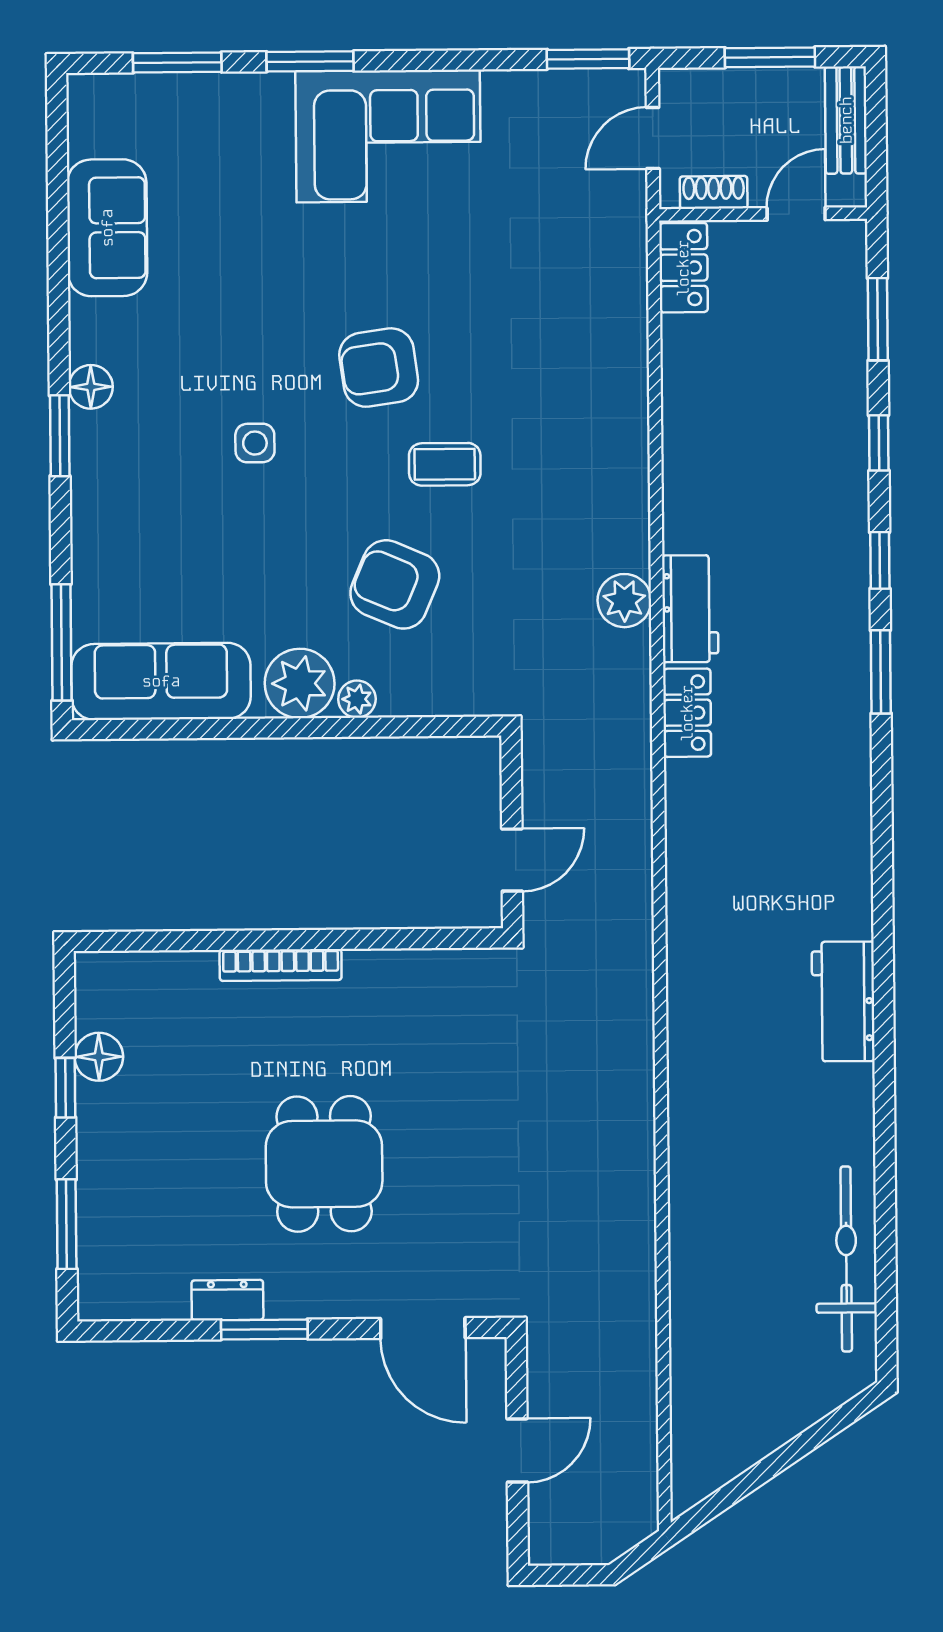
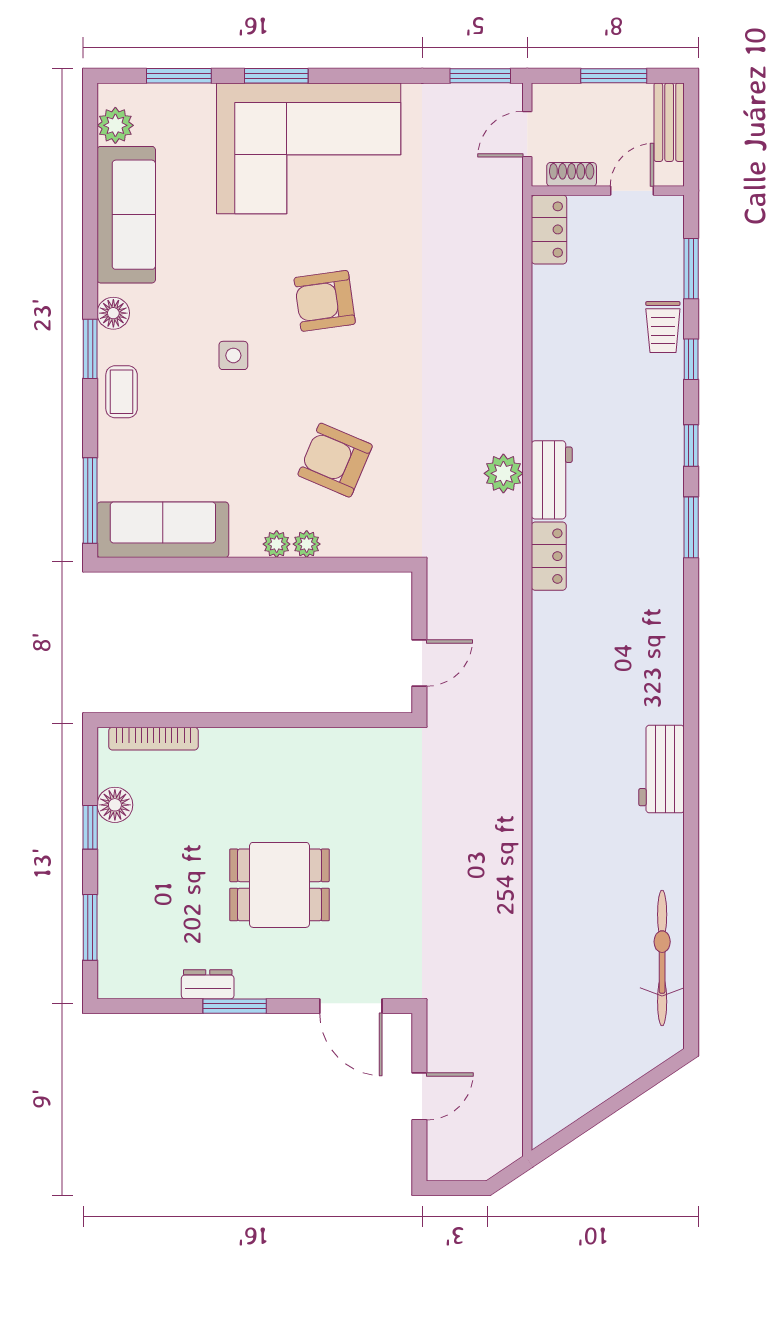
plant: (91, 131) -> (115, 125), added
corner sofa: (388, 136) -> (309, 148), width x1.36, depth x1.36
sofa: (107, 228) -> (126, 215), width x1.36
trolley: (840, 399) -> (663, 327), added
coffee table: (445, 464) -> (122, 392), moved, turned 90
plant: (300, 683) -> (277, 544), width x0.53, depth x0.53
bookcase: (281, 965) -> (153, 739), moved
dining table: (324, 1164) -> (279, 885), turned 90

